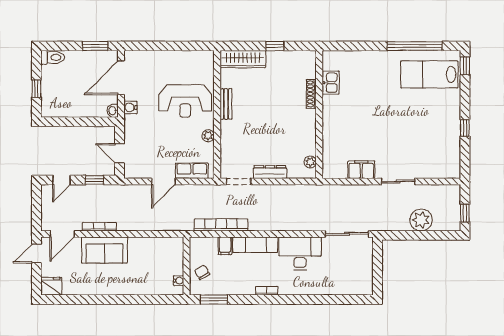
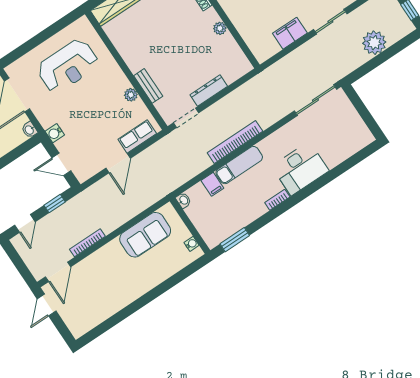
reception desk: (185, 101) -> (68, 66), moved
bench: (226, 104) -> (148, 86), moved
water cooler: (130, 107) -> (55, 133), moved
plant: (310, 162) -> (220, 28), moved
bookcase: (221, 225) -> (235, 142), moved
washbasin: (195, 243) -> (183, 200), added
sofa: (104, 250) -> (145, 235), moved
desk: (300, 253) -> (300, 169), moved, turned 180
chair: (202, 272) -> (208, 222), removed
fridge: (51, 286) -> (80, 326), removed

